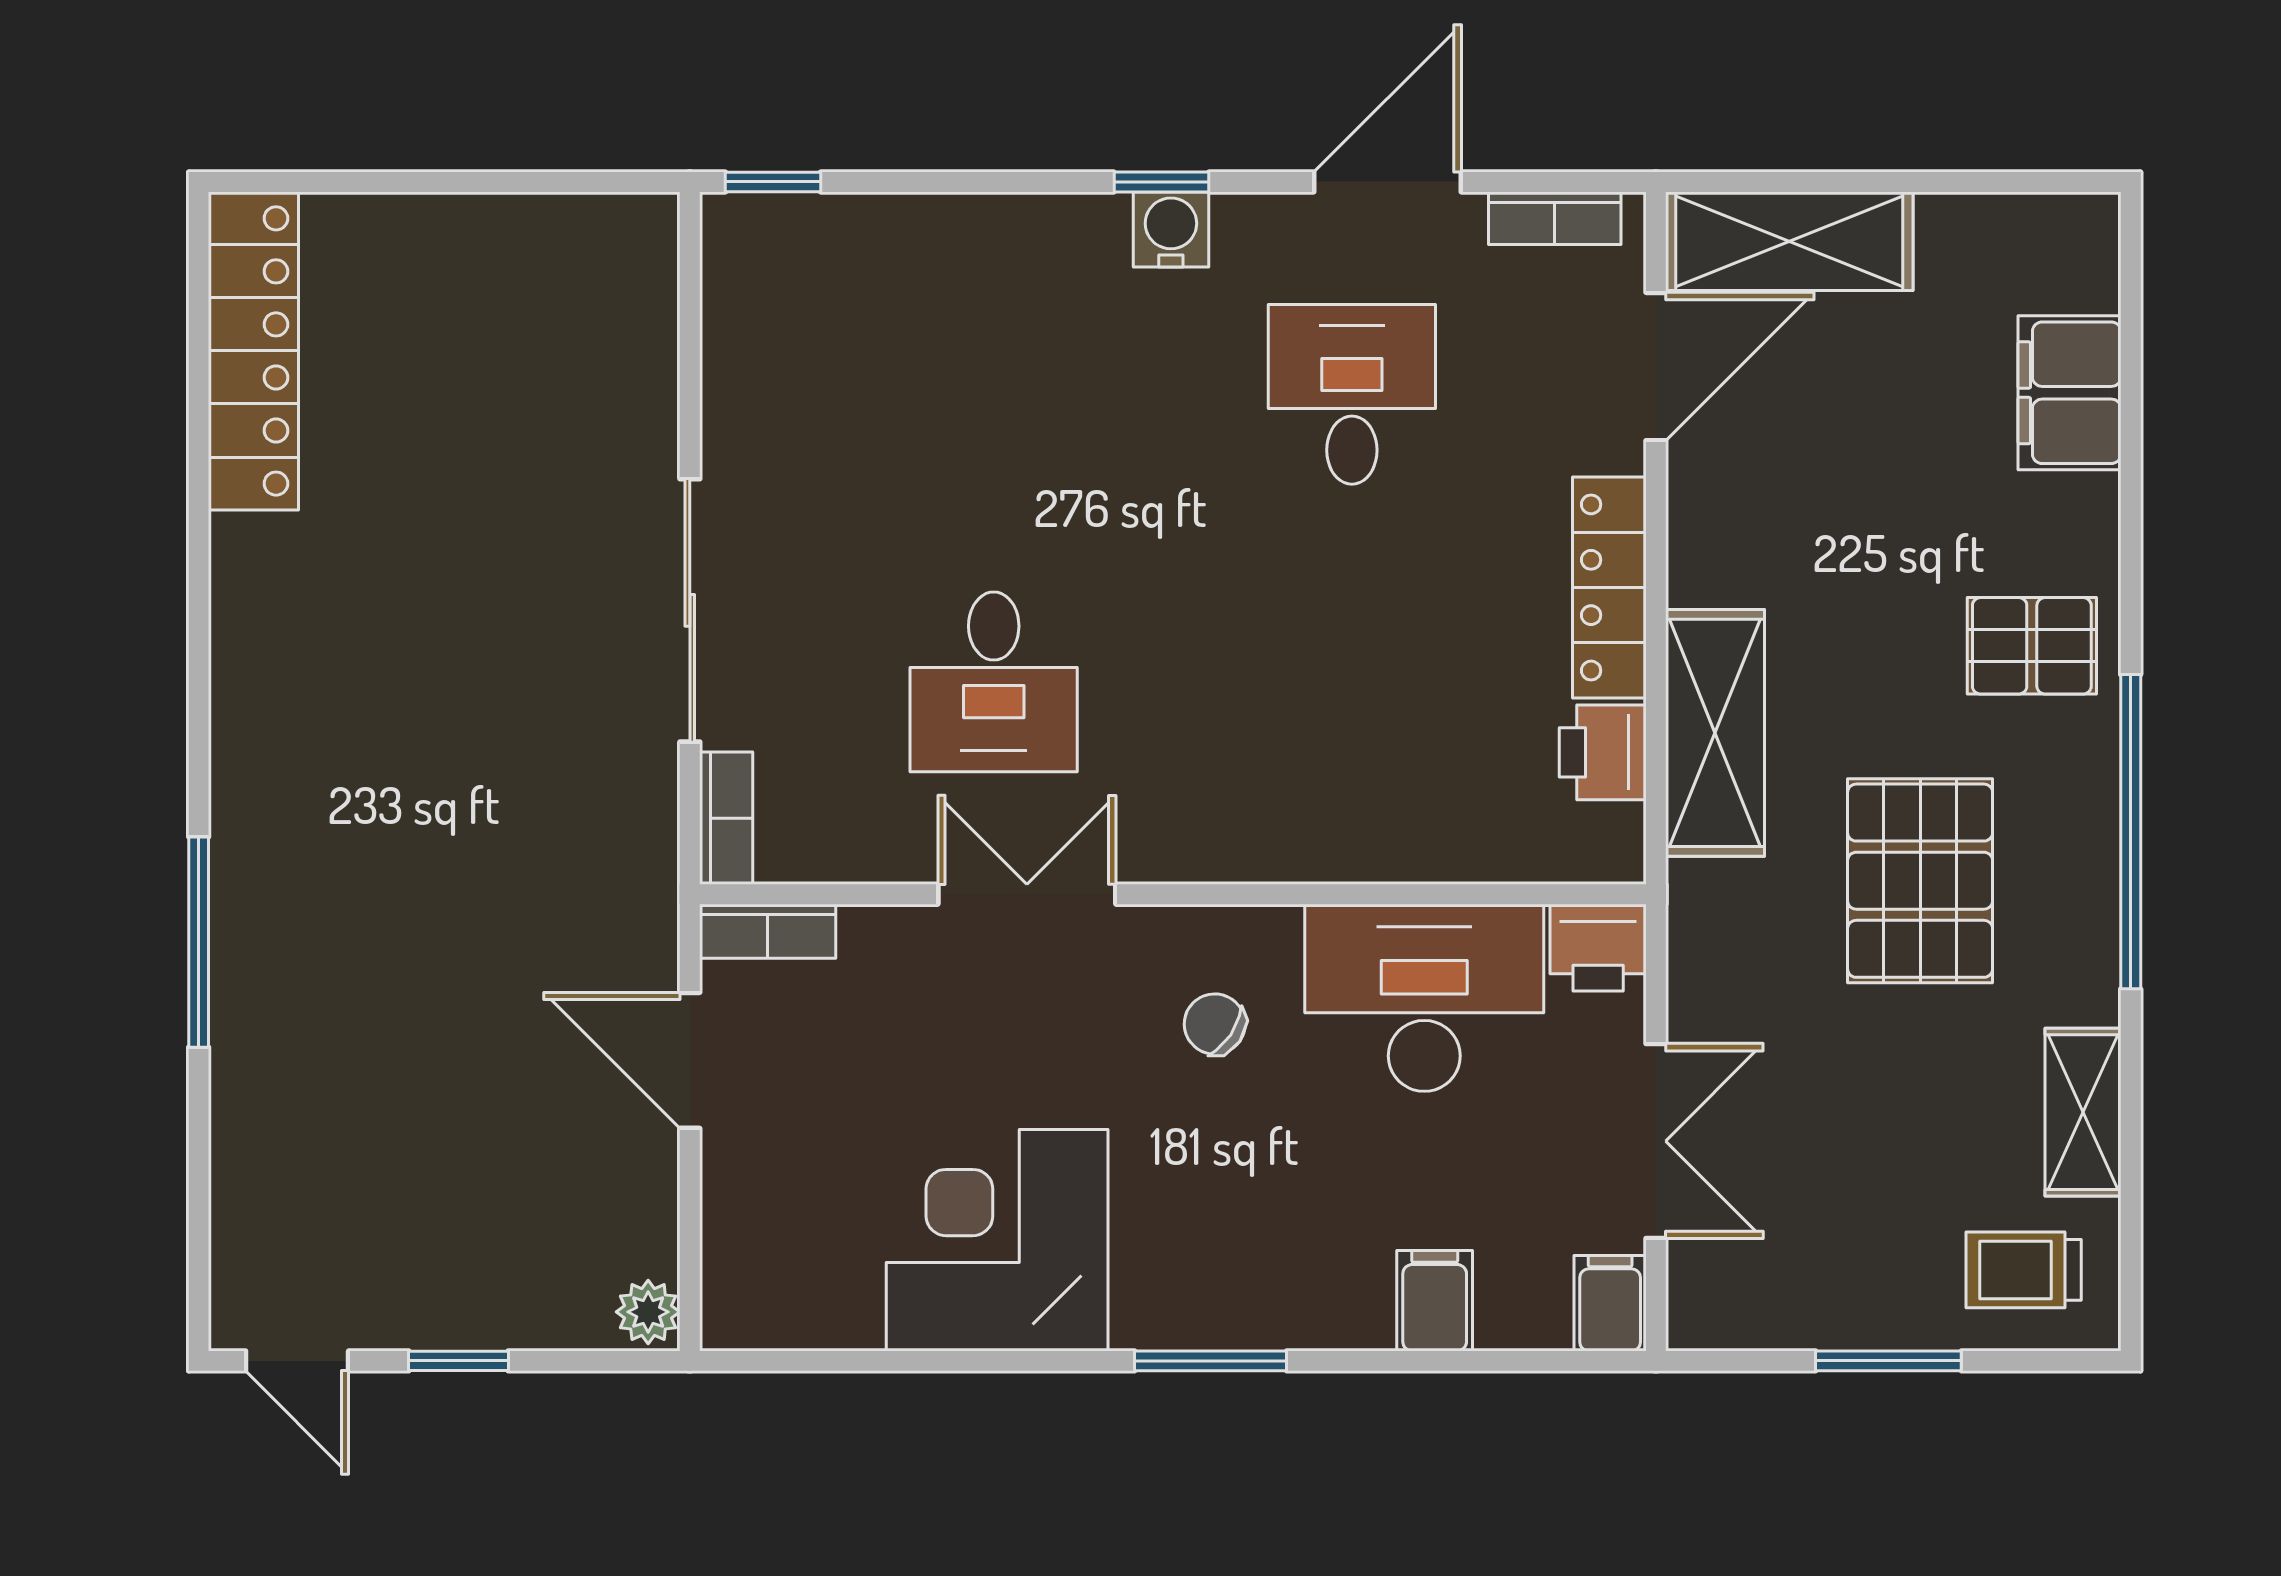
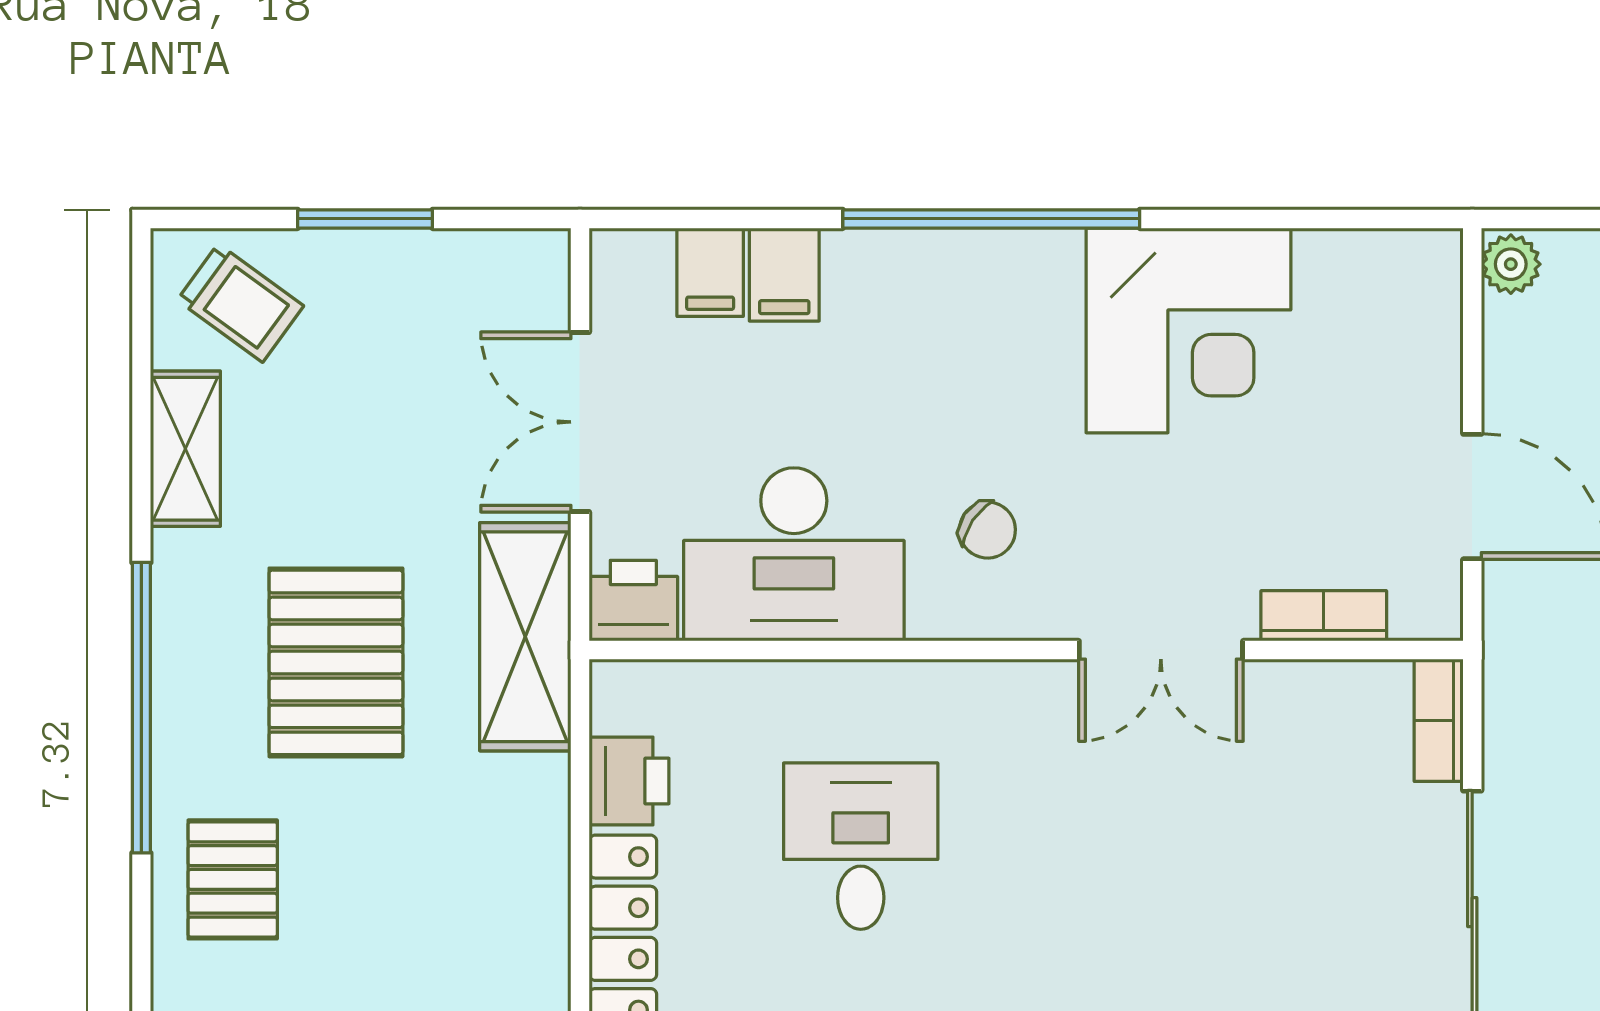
pallet: (2032, 646) -> (233, 879), turned 90
desk: (994, 682) -> (861, 846), moved
shelving: (1715, 733) -> (525, 637), moved
bookcase: (768, 931) -> (1324, 616), moved
trolley: (2024, 1270) -> (240, 303), turned 36
filing cabinet: (1610, 1303) -> (710, 272), moved
window: (1211, 1361) -> (991, 219), width x2.11

